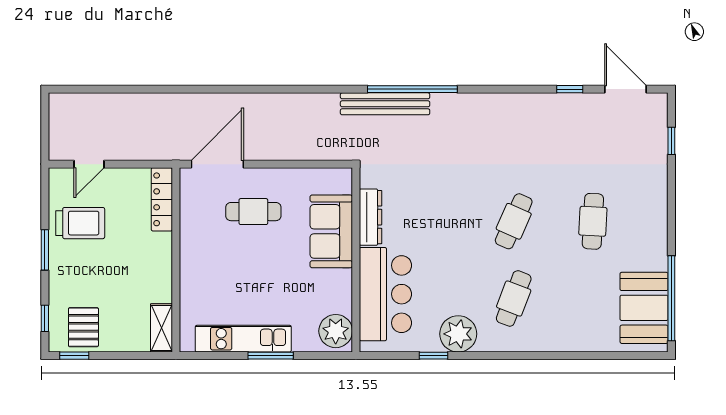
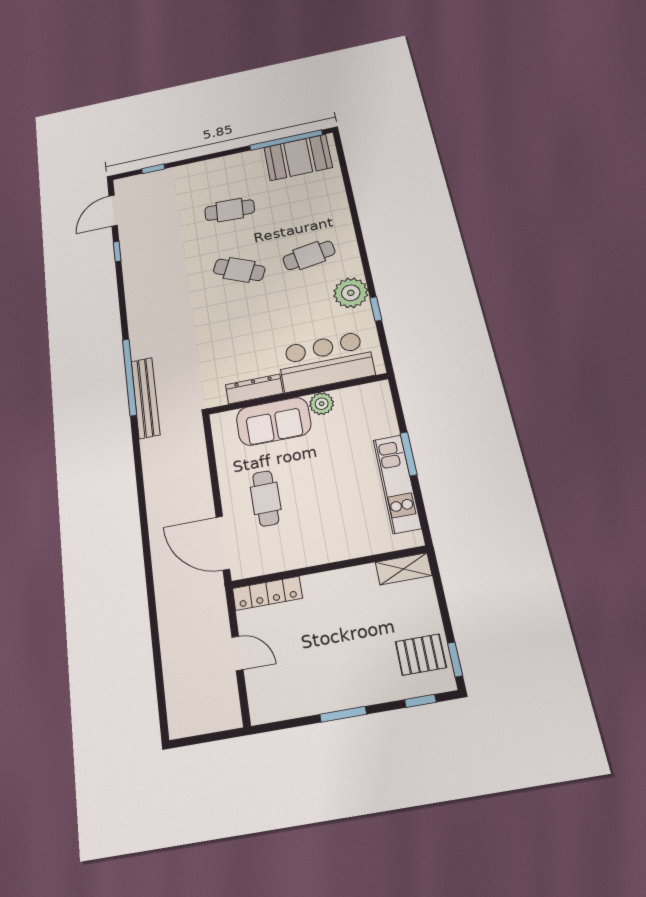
door: (89, 164) -> (237, 653), moved
trolley: (80, 223) -> (307, 678), removed
cafe table: (514, 298) -> (309, 255), turned -30
plant: (336, 331) -> (322, 404), moved, width x0.73, depth x0.73

